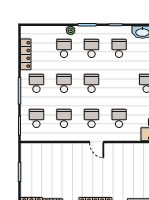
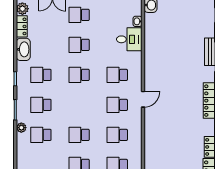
school desk: (92, 83) -> (79, 75), moved

